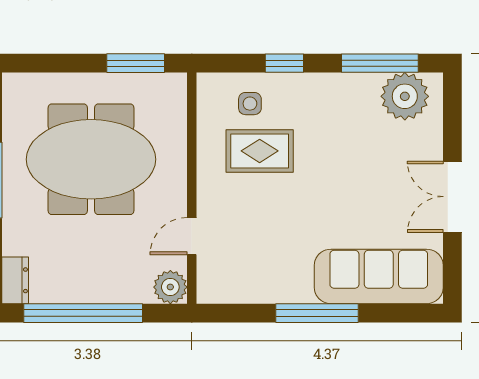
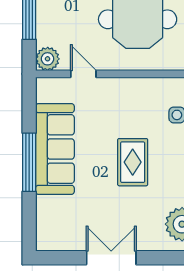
rug: (260, 151) -> (133, 162), moved
sofa: (379, 276) -> (55, 149), moved

